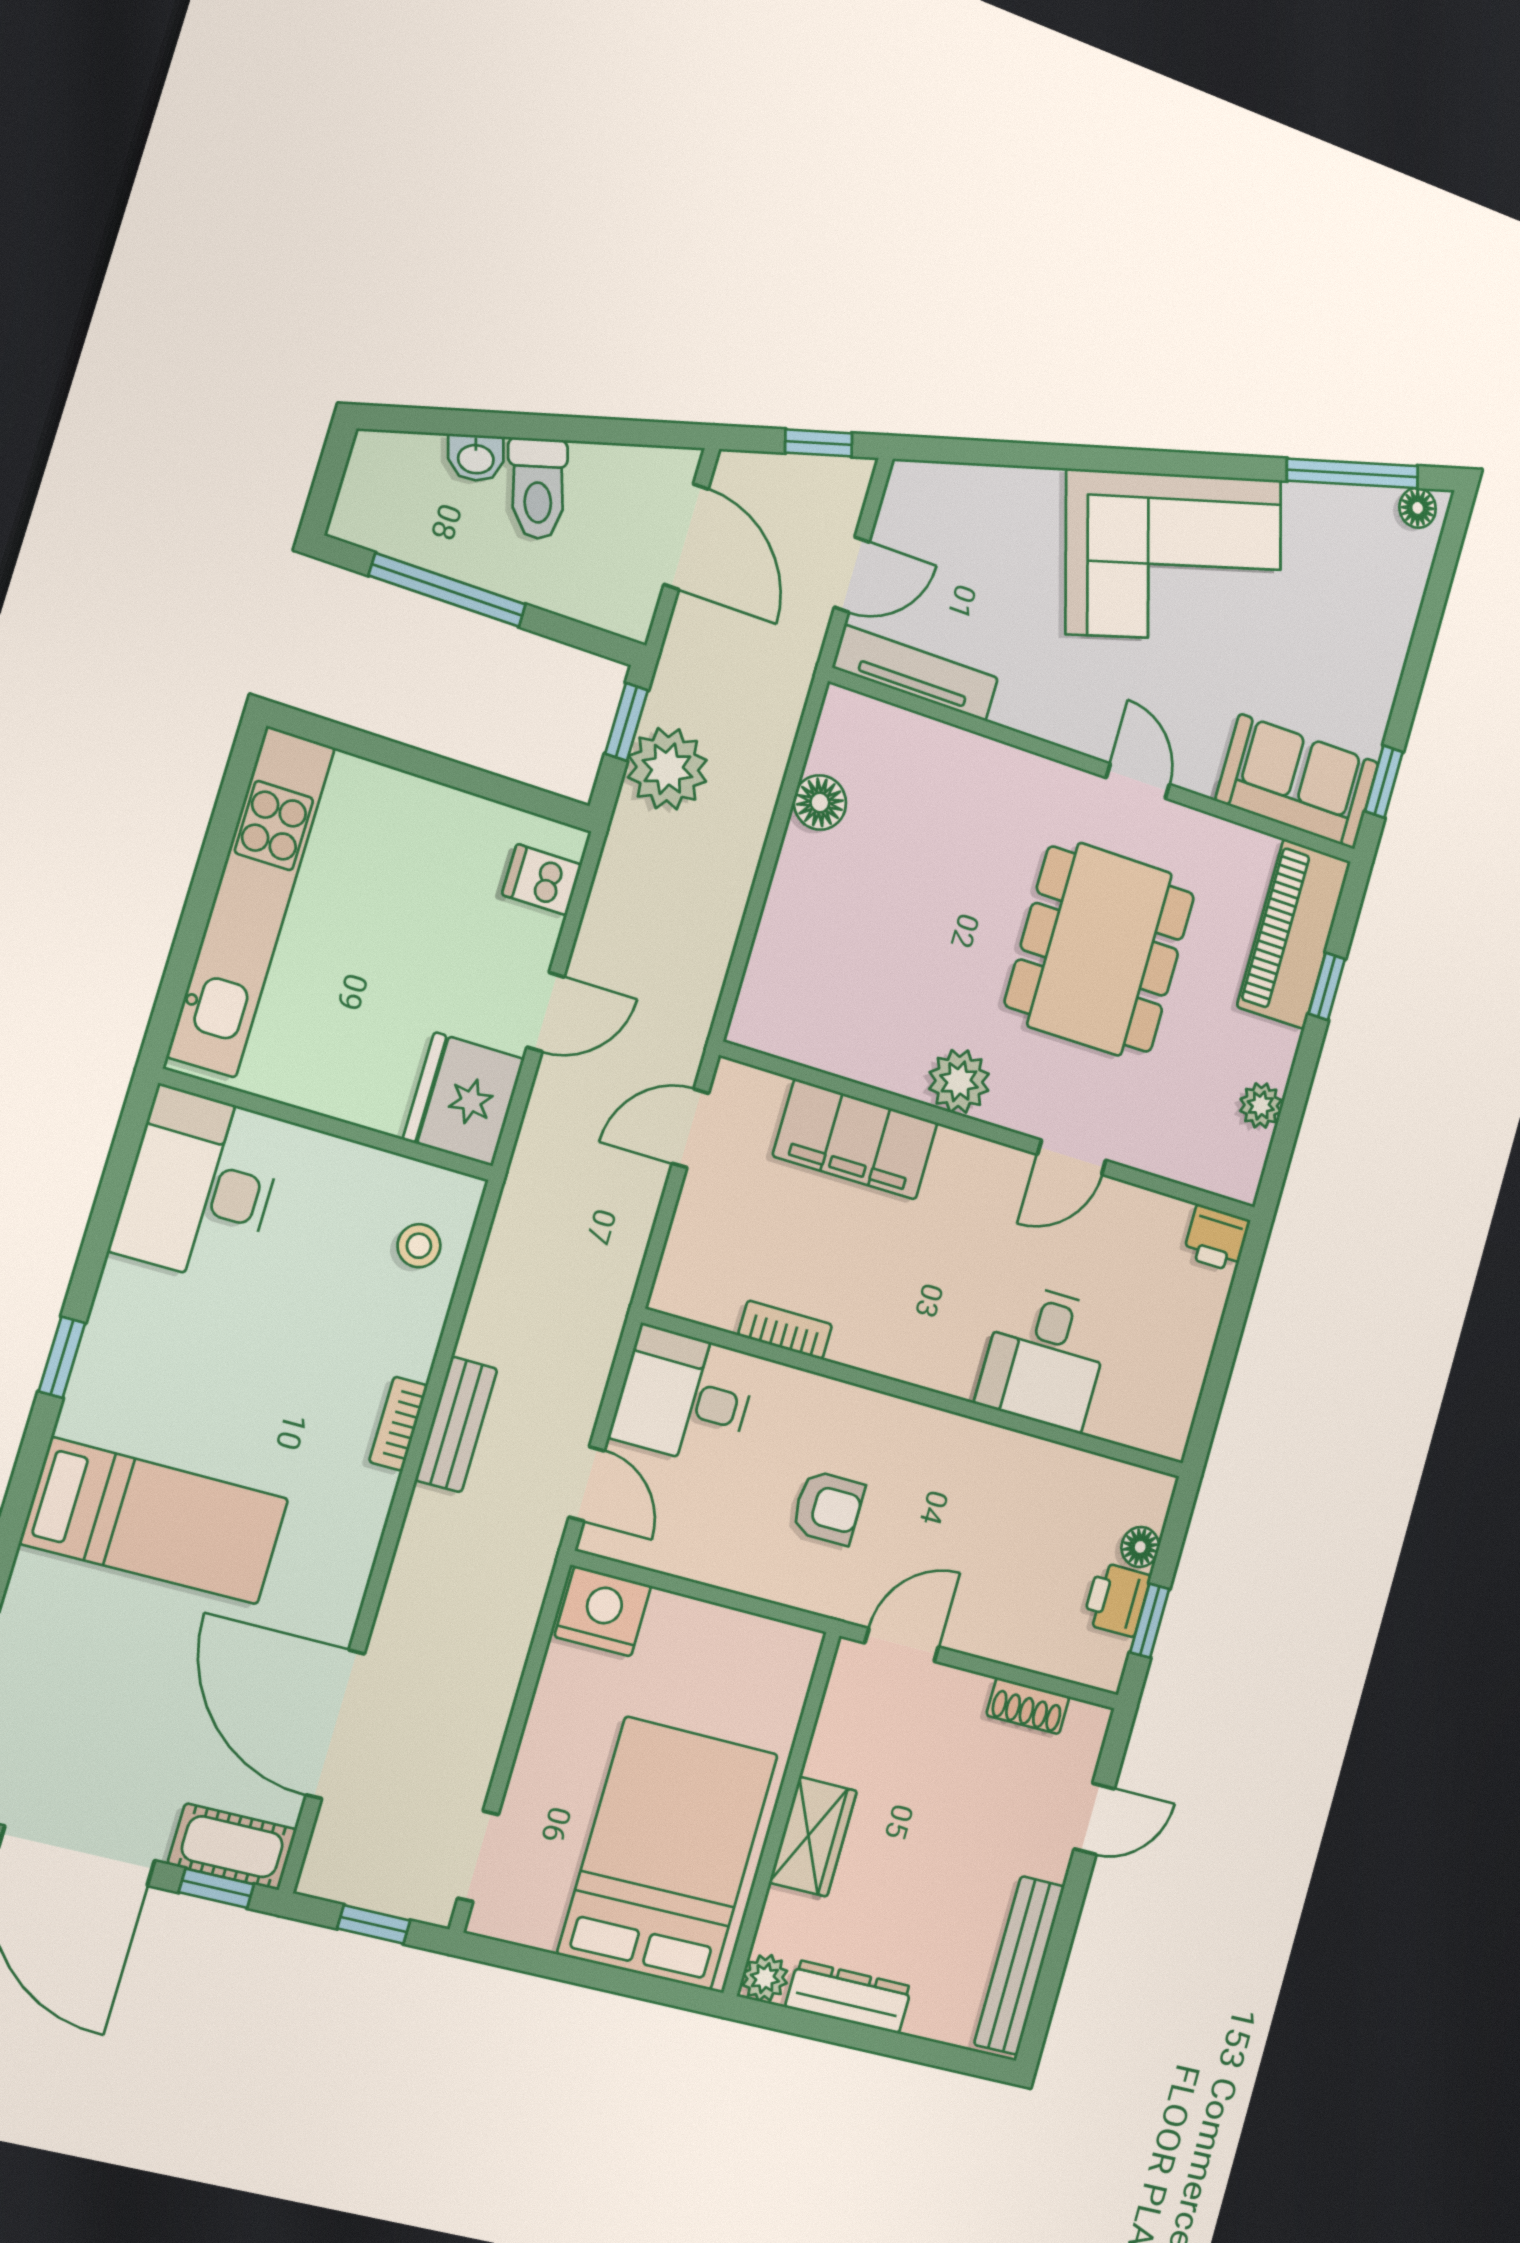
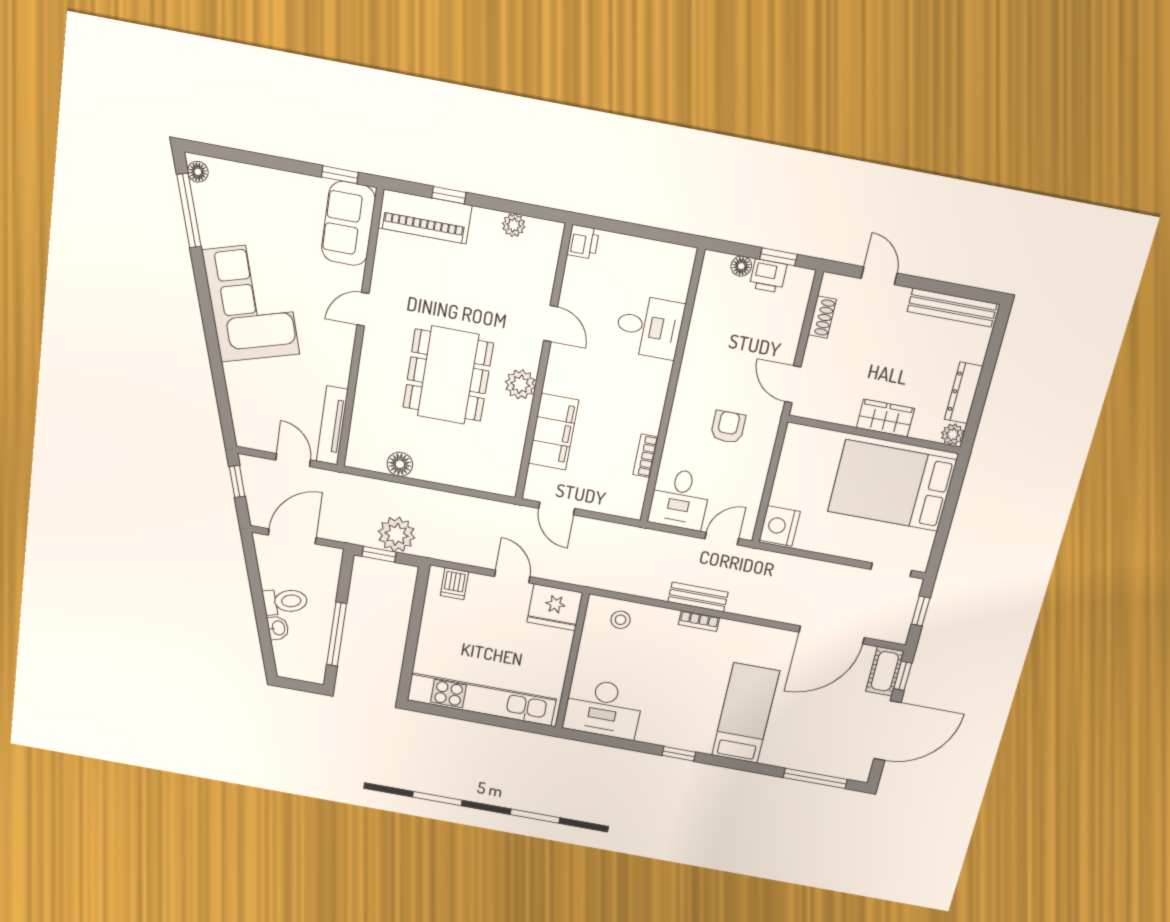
dining table: (1100, 949) -> (448, 375), moved, turned 90

